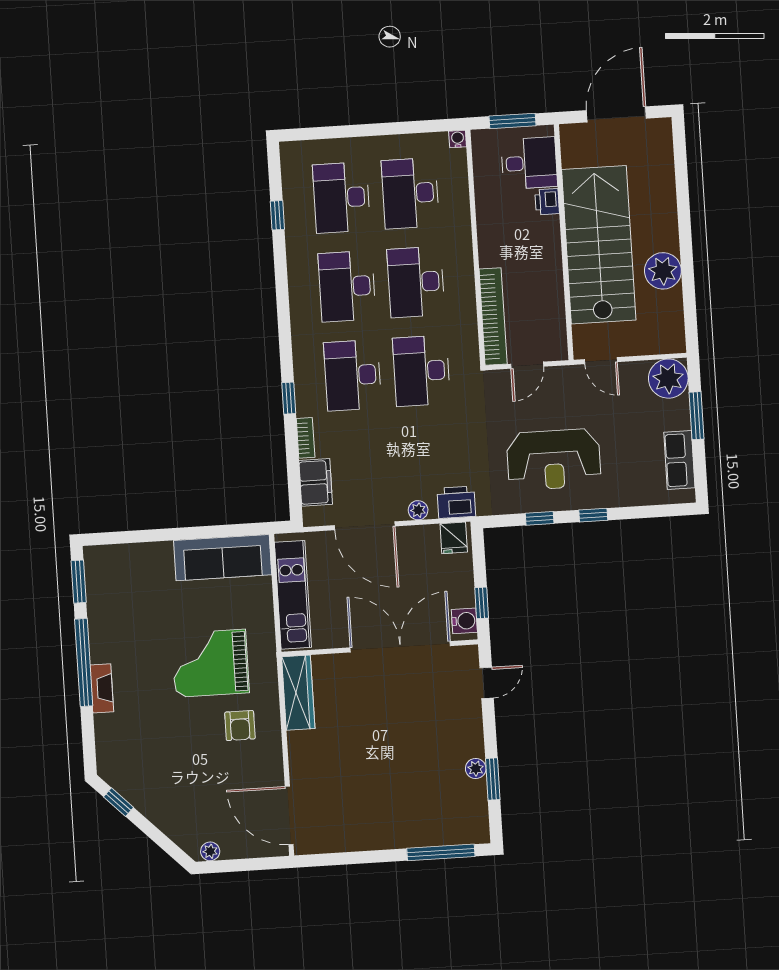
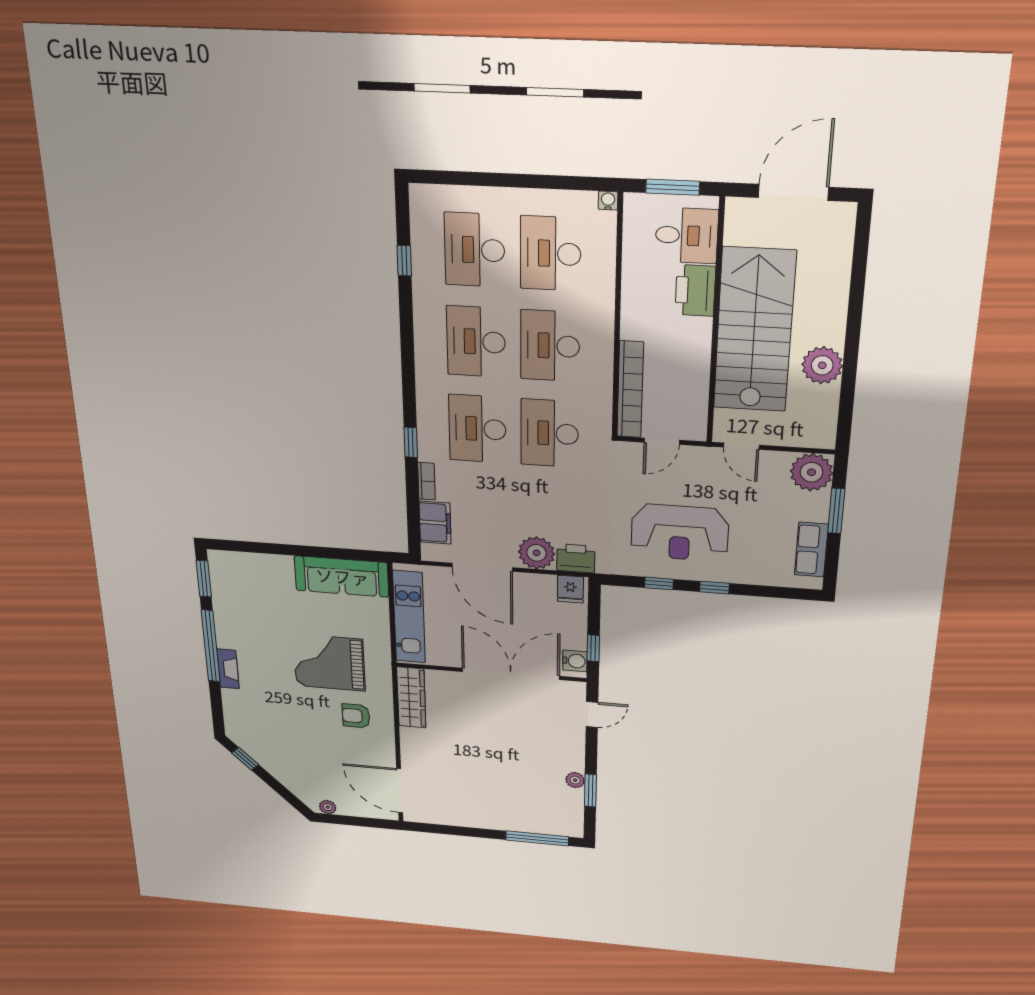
printer: (547, 202) -> (695, 290), width x1.87, depth x1.48
plant: (418, 510) -> (537, 553), width x1.88, depth x1.88
armchair: (240, 726) -> (356, 716), turned 90

